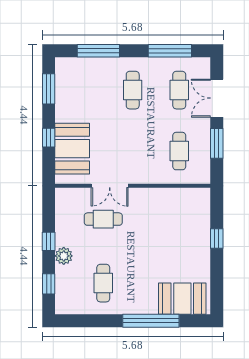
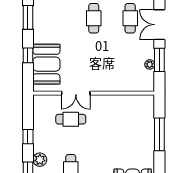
plant: (204, 149) -> (150, 64), added
cafe table: (179, 151) -> (130, 66), removed
window: (217, 238) -> (159, 134), width x2.17
plant: (64, 256) -> (40, 160), moved

